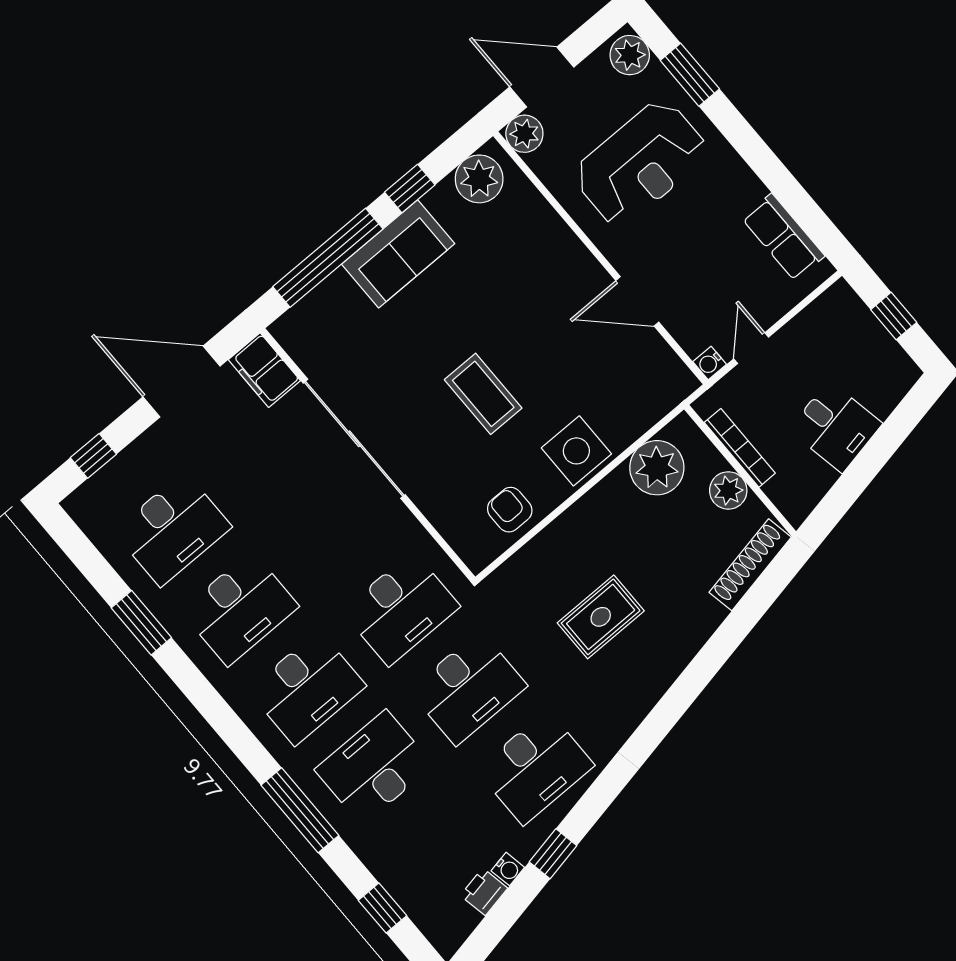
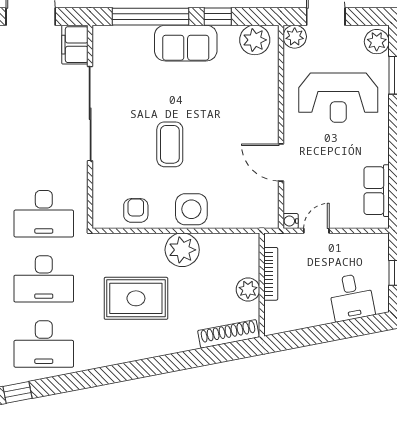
desk: (835, 427) -> (352, 297), moved
plant: (657, 468) -> (182, 250), moved
rug: (601, 617) -> (136, 298), width x1.36, depth x1.43

